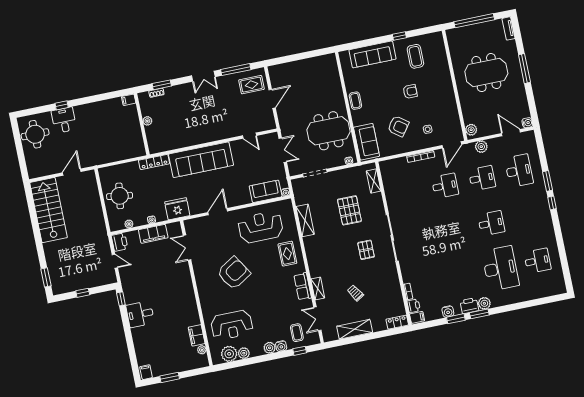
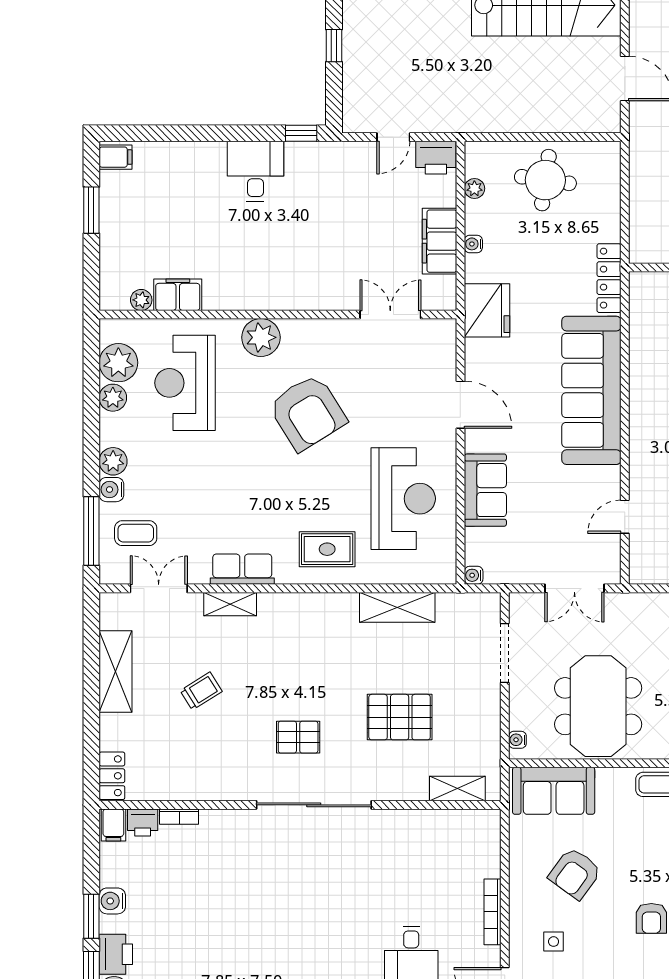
sofa: (266, 191) -> (485, 490), moved
plant: (207, 298) -> (261, 337), added
window: (300, 351) -> (91, 531), width x2.17

